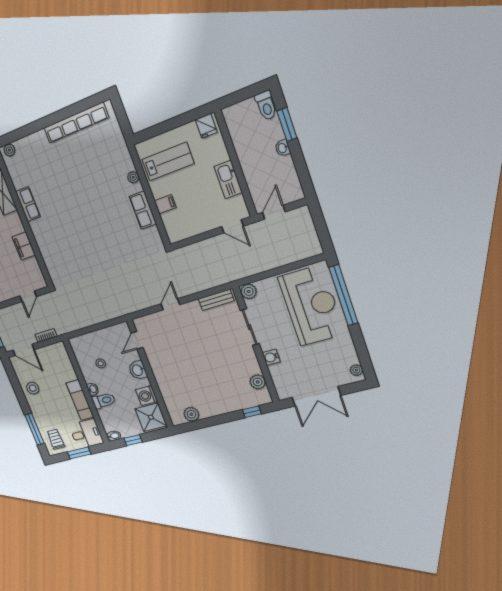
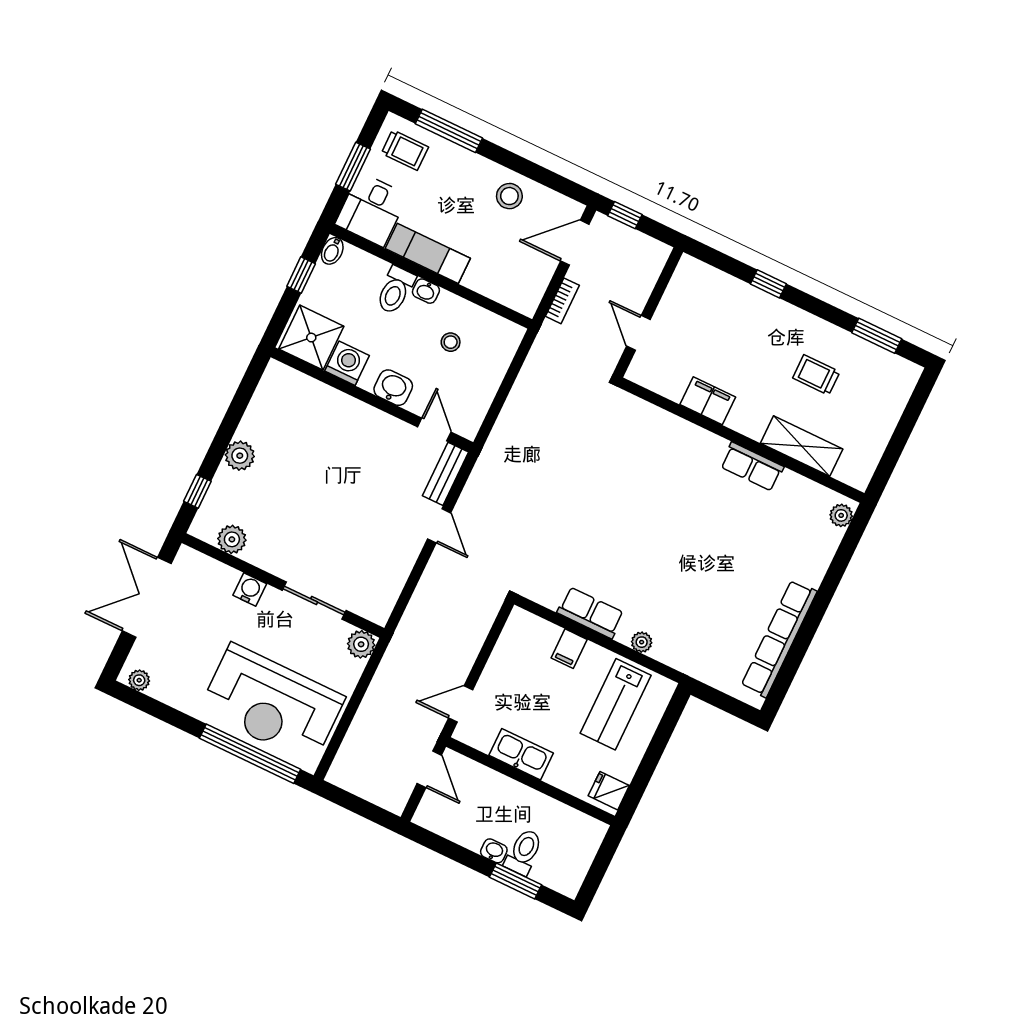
toilet: (266, 106) -> (524, 852), moved, turned 90
bench: (216, 300) -> (446, 474), moved
plant: (191, 414) -> (240, 456), moved

